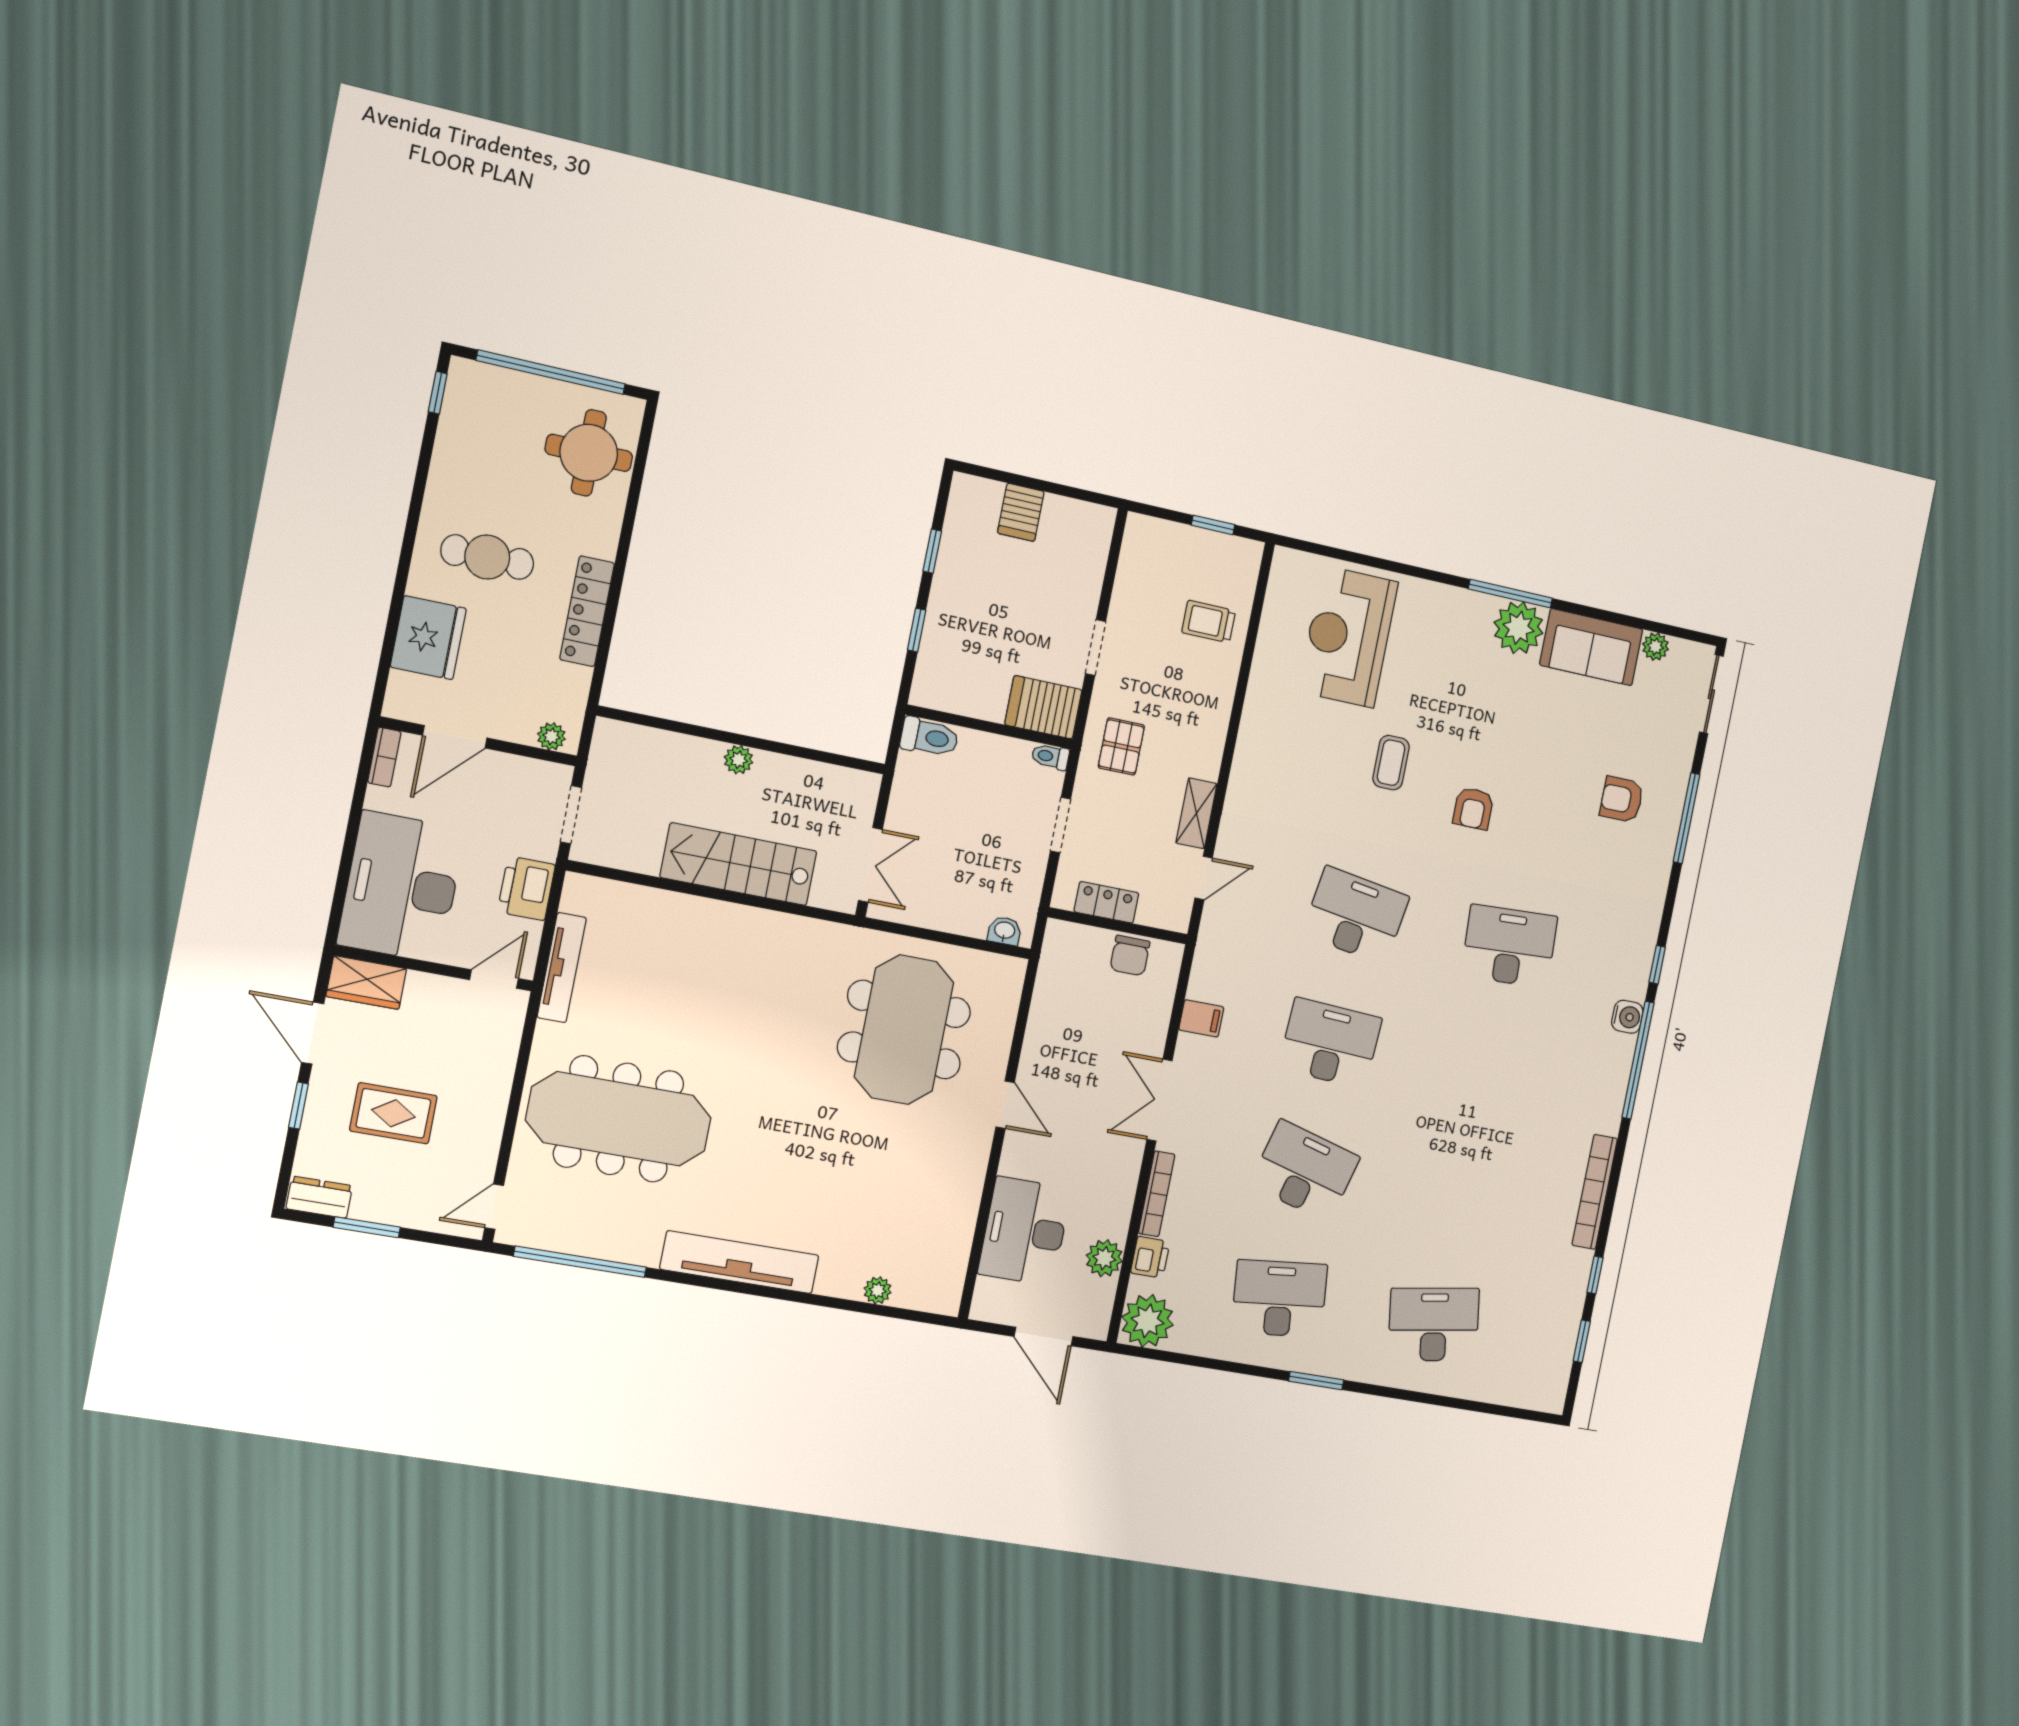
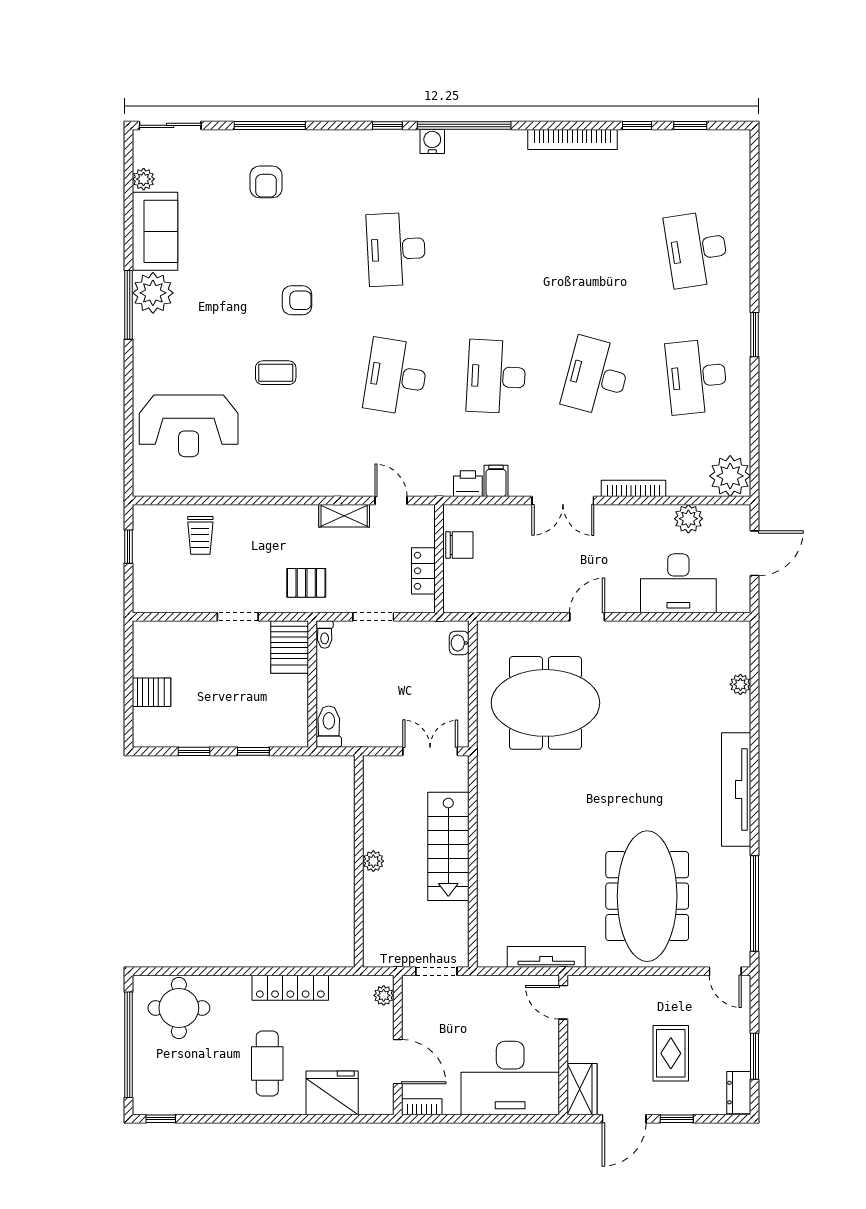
printer: (526, 888) -> (495, 992), removed
printer: (1150, 1257) -> (468, 484), moved

